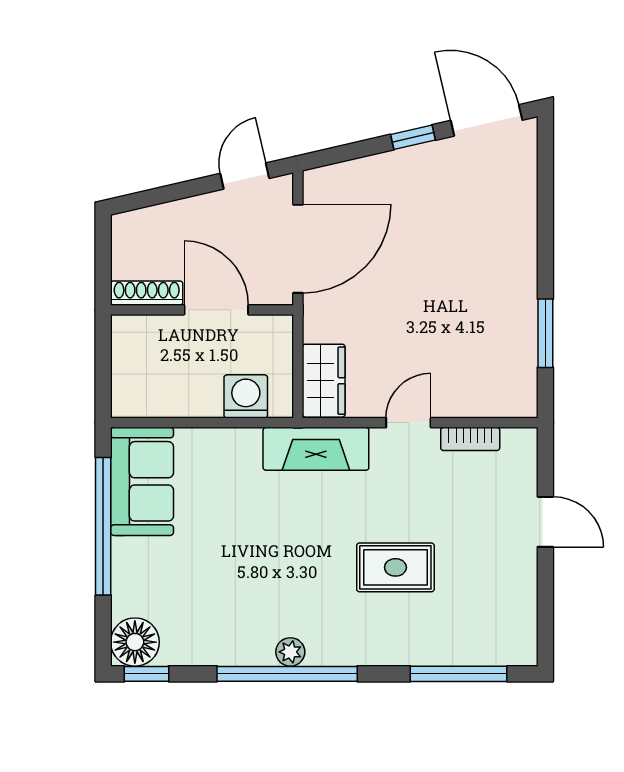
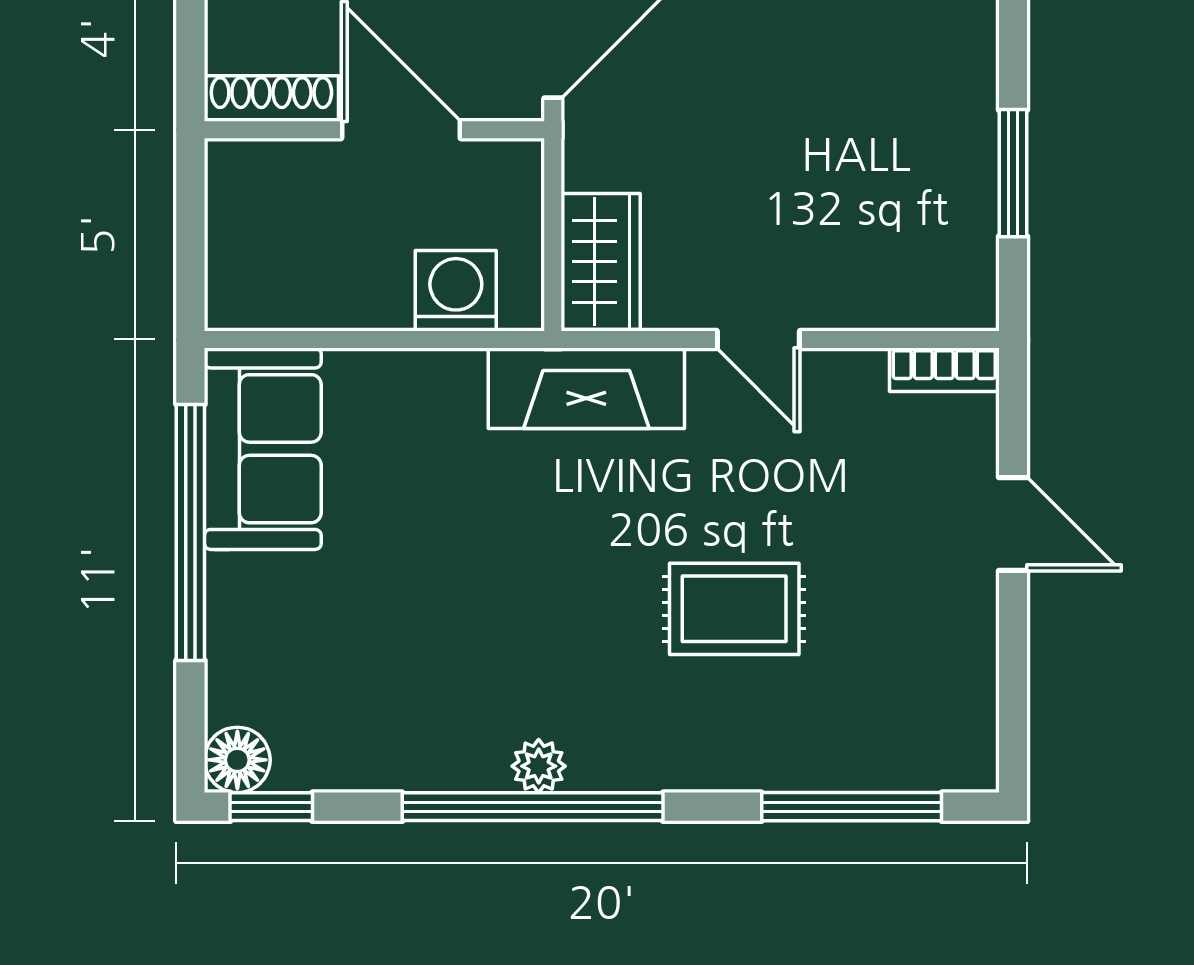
door: (408, 423) -> (758, 339), swing flipped
bookcase: (470, 439) -> (944, 370), moved
floor lamp: (135, 642) -> (237, 760), width x0.73, depth x0.73

